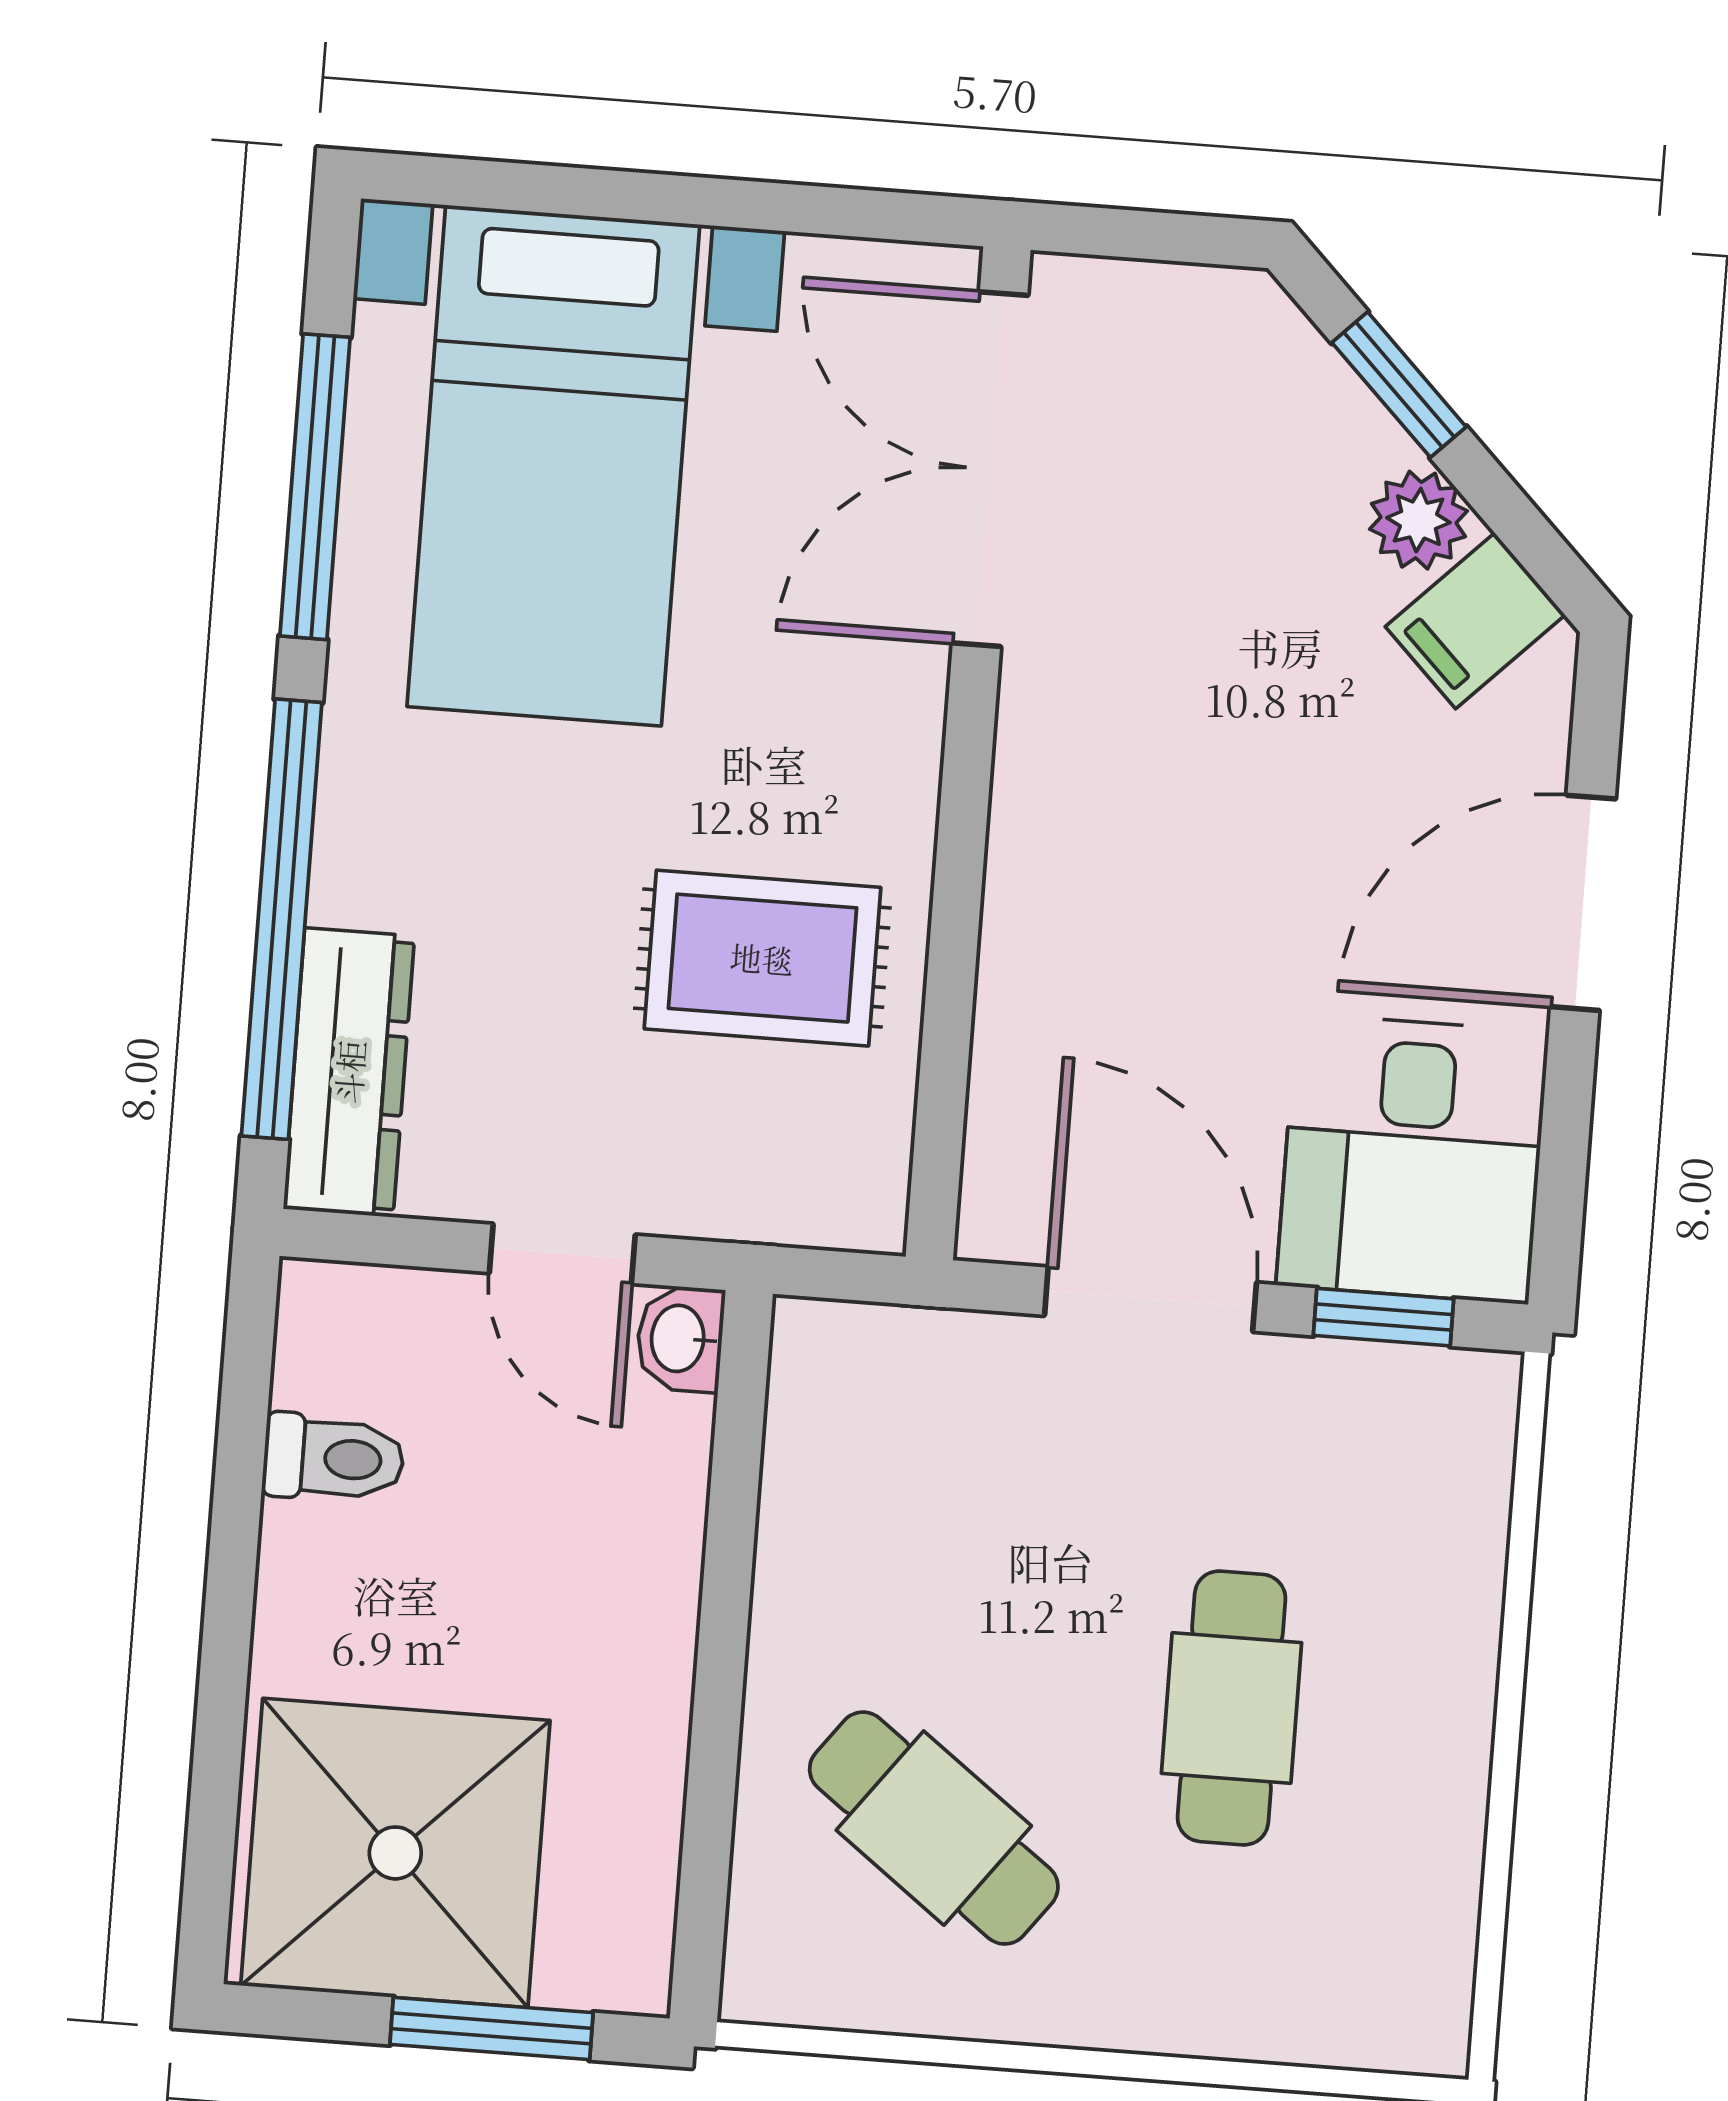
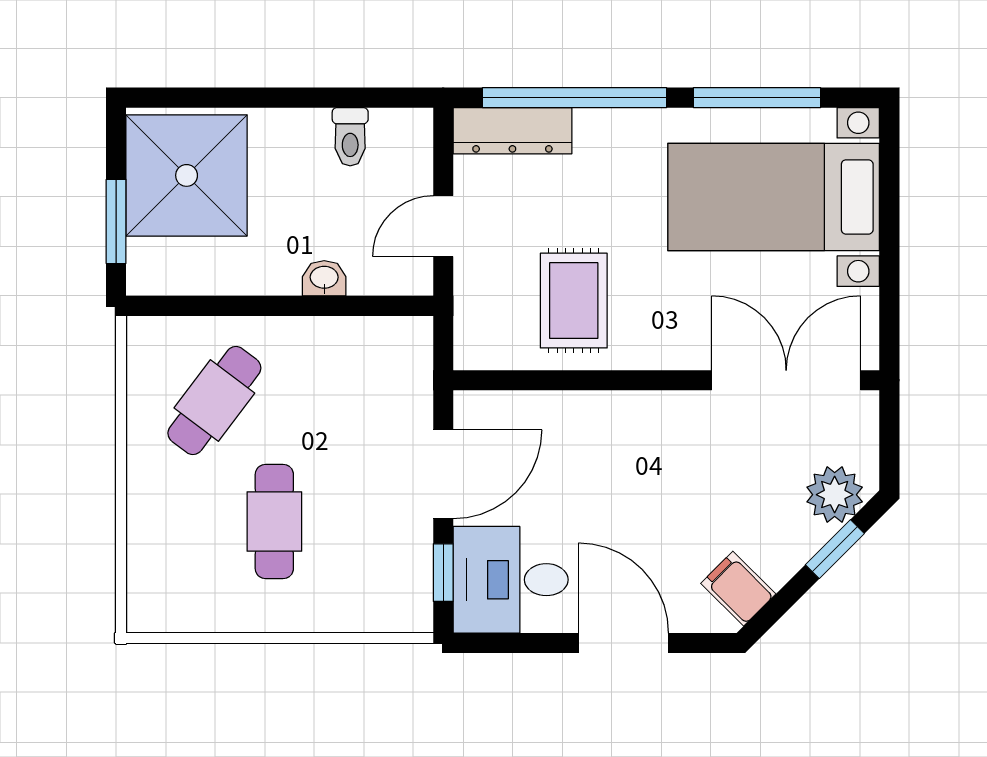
plant: (1418, 520) -> (835, 495), moved, width x1.38, depth x1.38
washbasin: (680, 1339) -> (324, 278), moved
cafe table: (1231, 1708) -> (274, 521), turned 90

